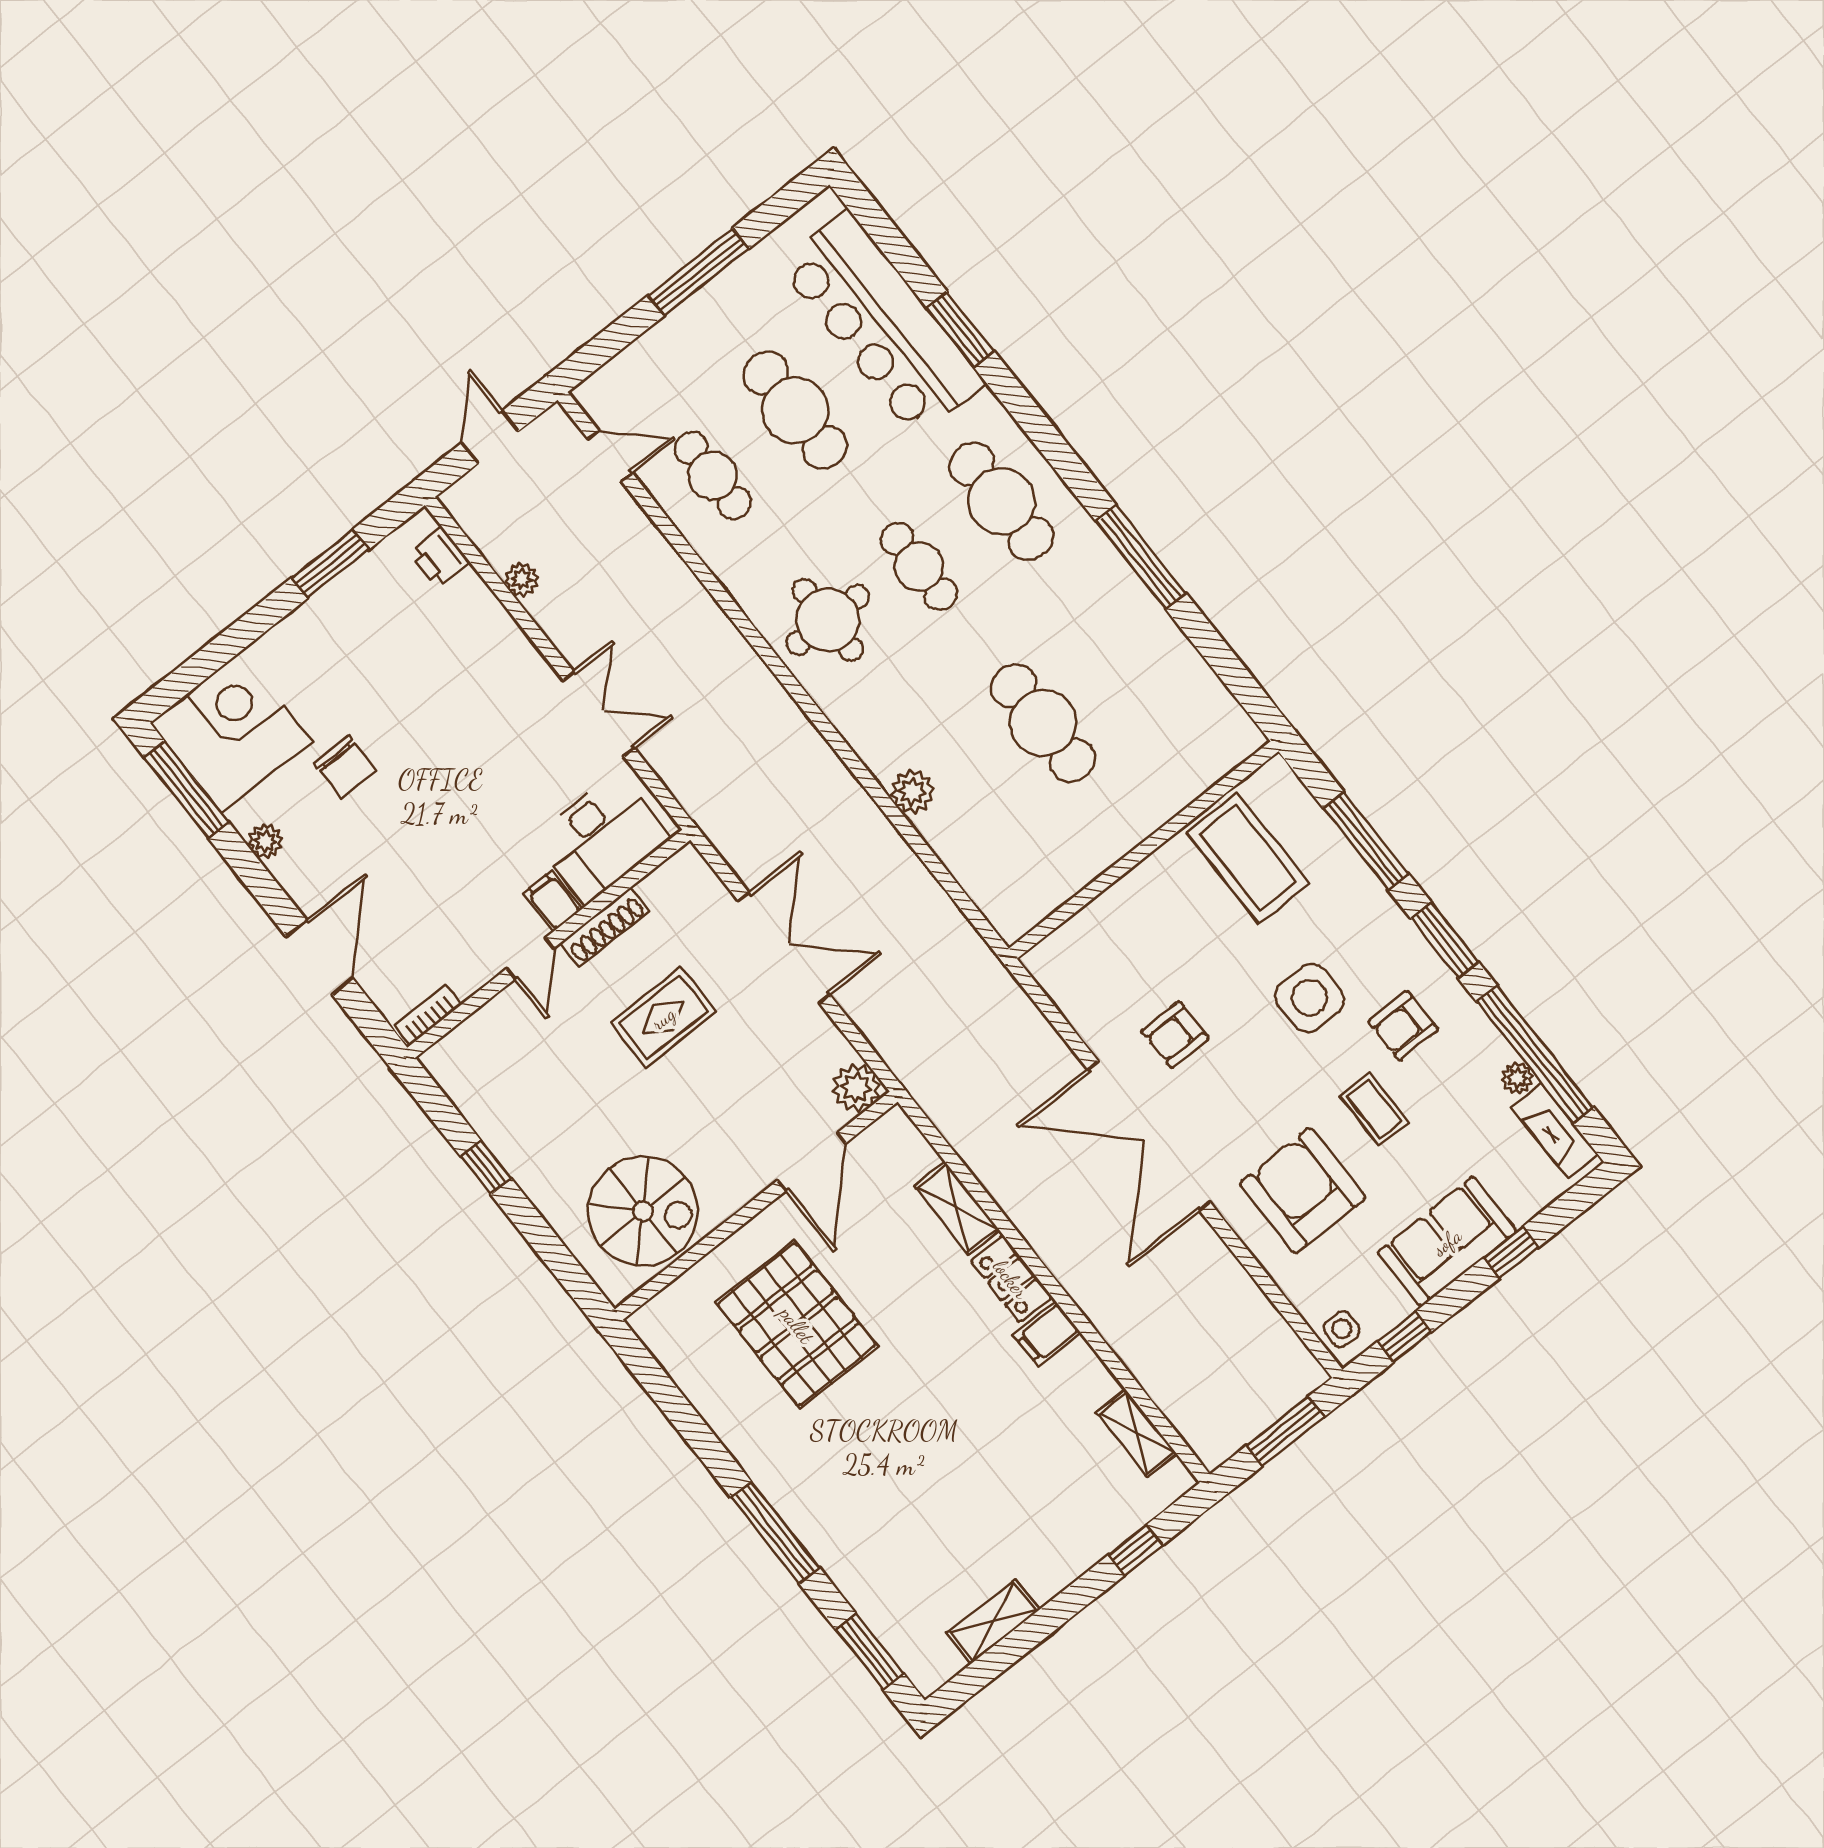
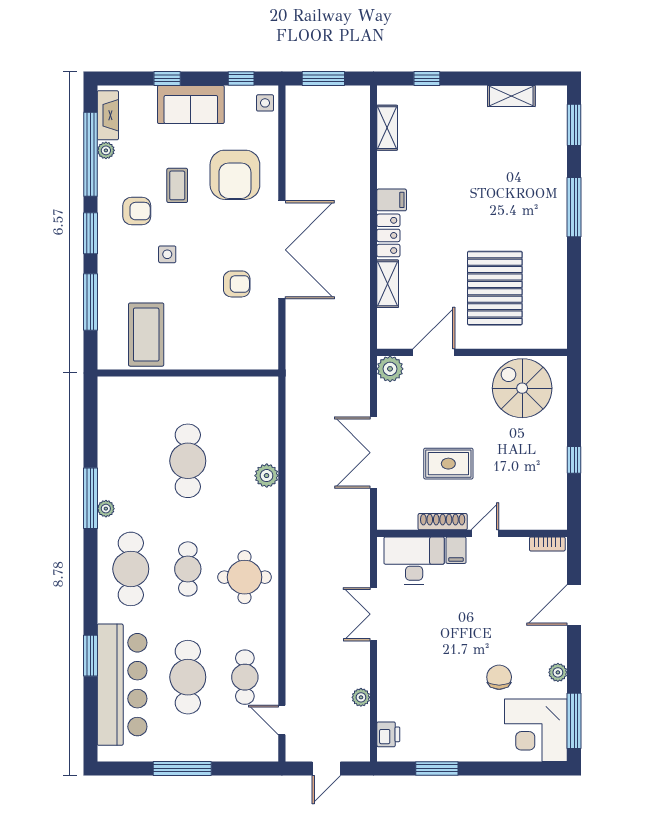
plant: (1107, 560) -> (106, 509), added
side table: (1310, 998) -> (167, 254), width x0.54, depth x0.54

